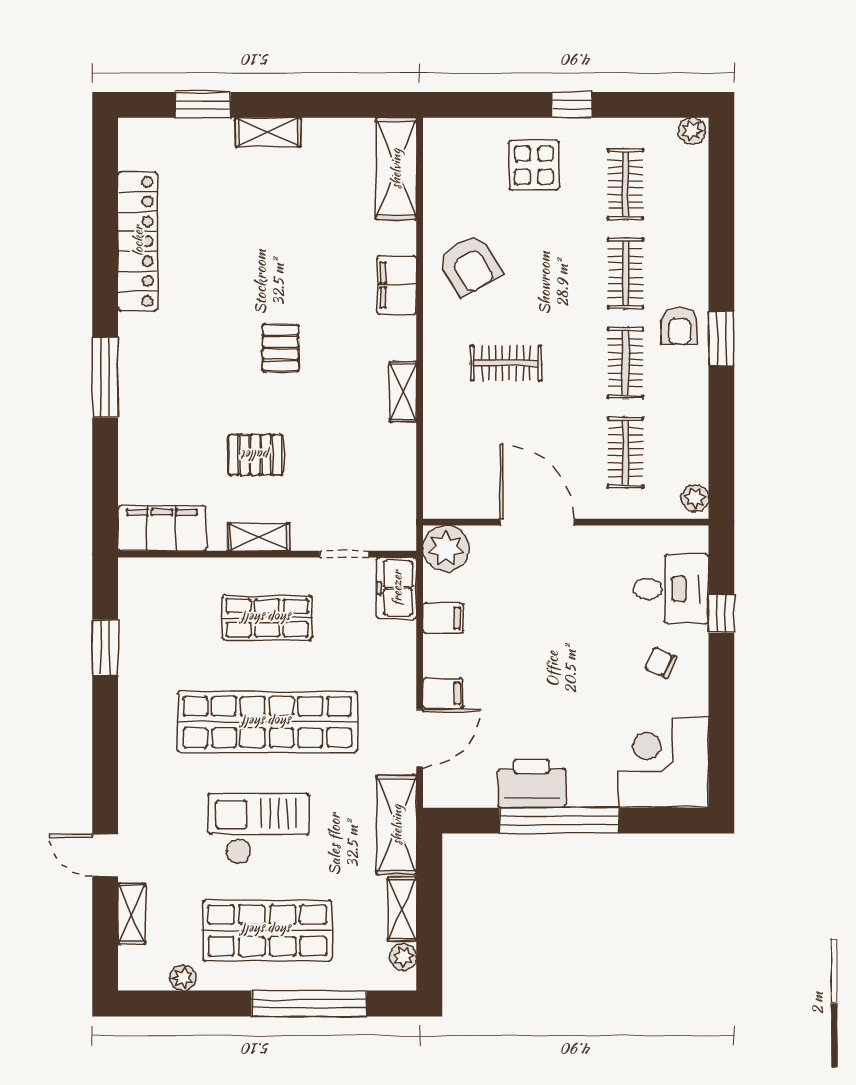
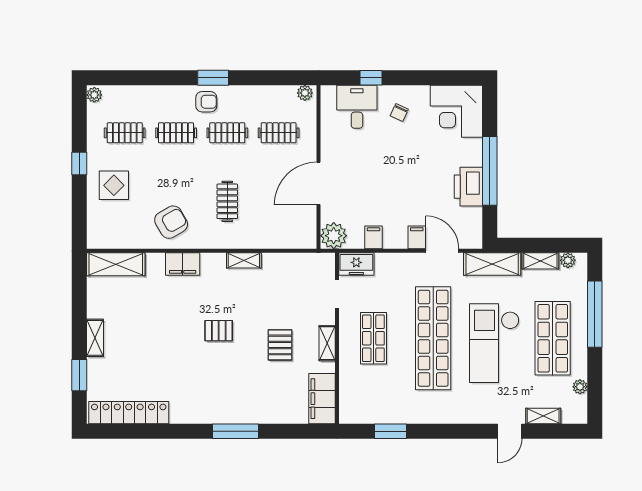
locker: (138, 241) -> (129, 413), moved
checkout: (259, 829) -> (494, 343), width x1.36, depth x1.21

